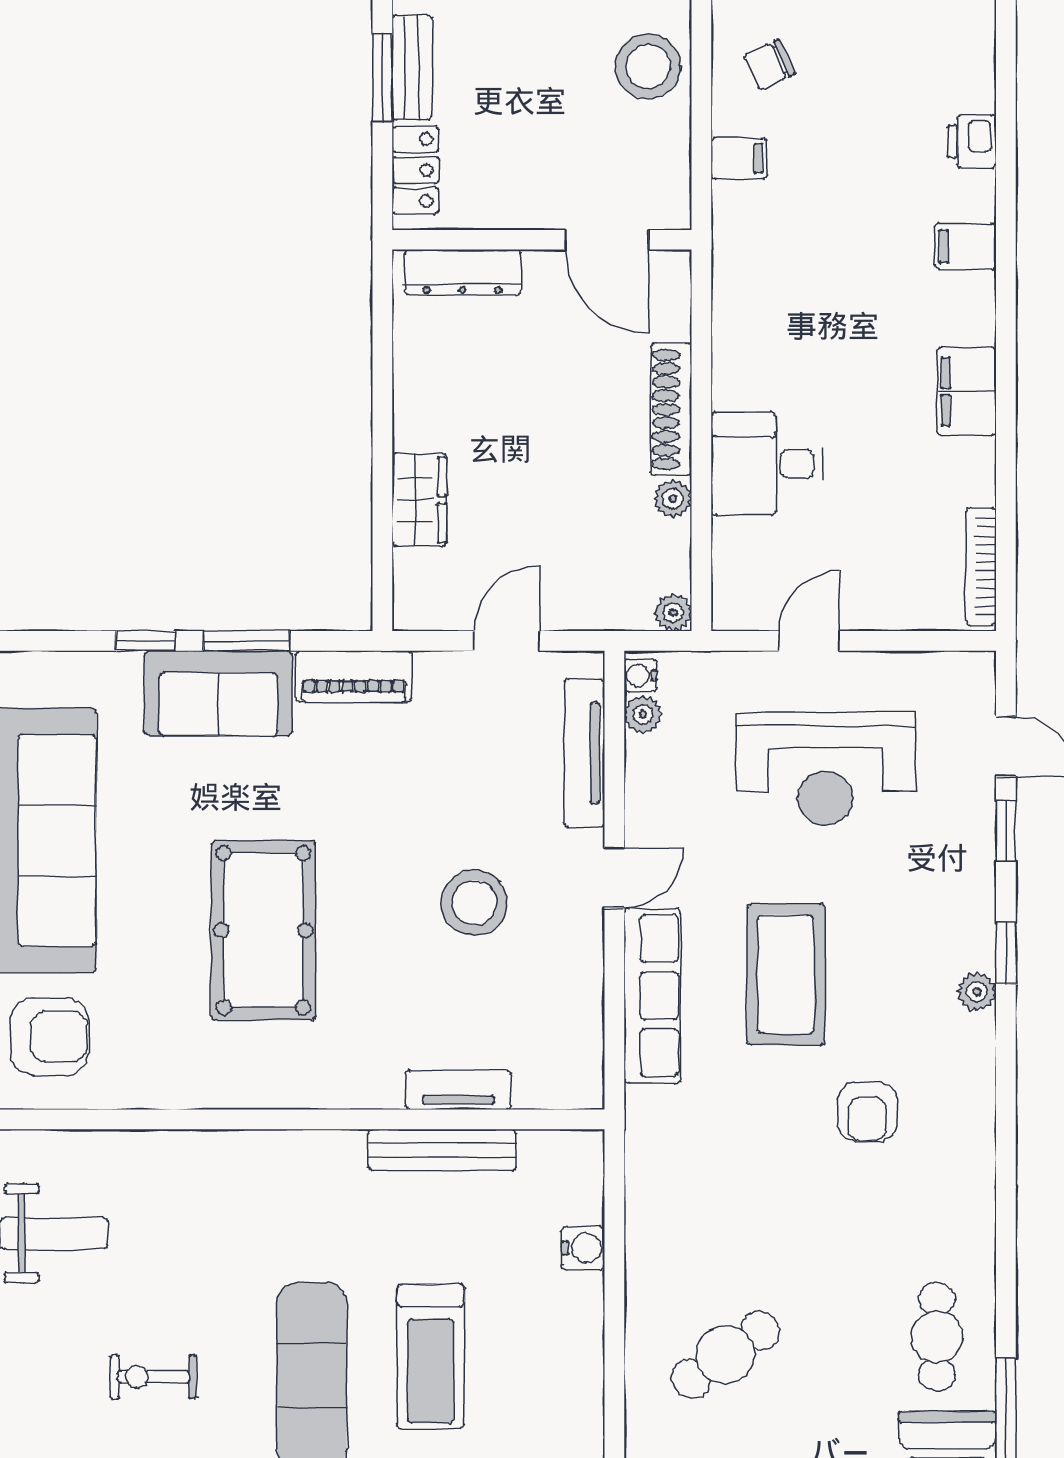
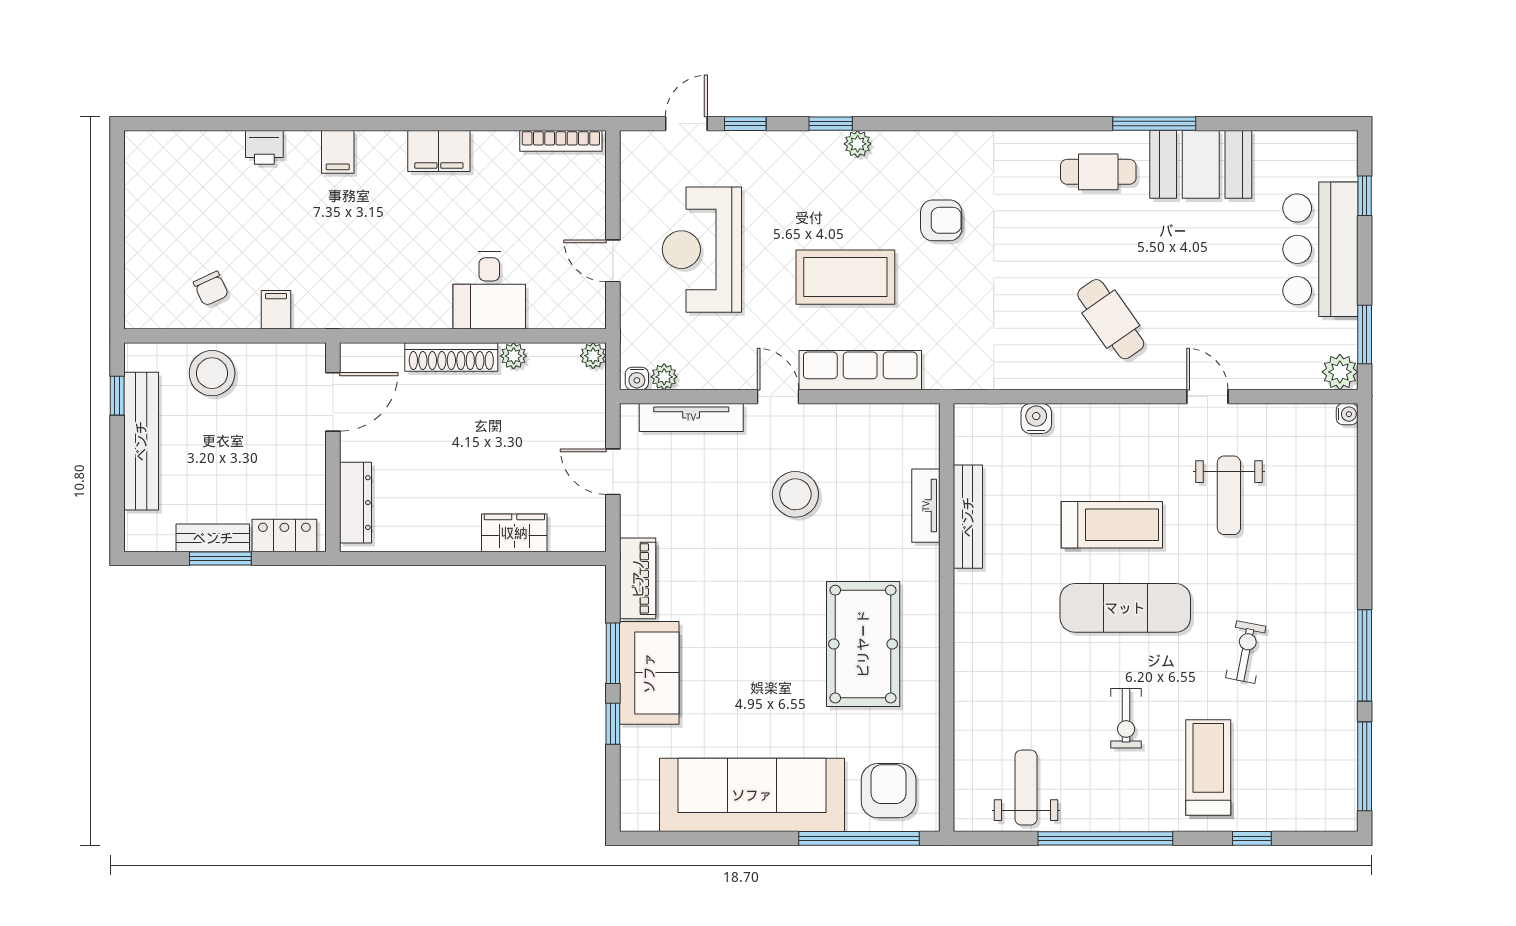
reception desk: (825, 769) -> (702, 250), turned 180
pool table: (263, 930) -> (863, 644), moved, turned 90

